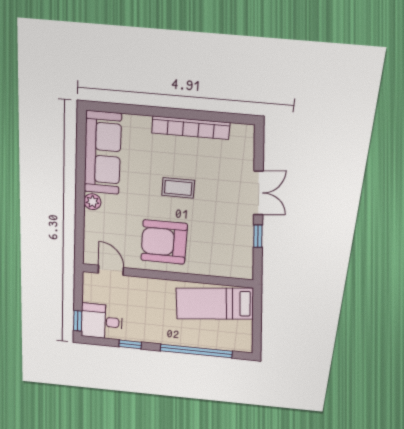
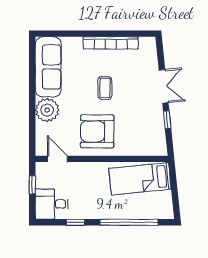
coffee table: (178, 188) -> (105, 88), turned 90
plant: (92, 202) -> (47, 110), width x1.88, depth x1.88
window: (78, 321) -> (32, 185), moved

